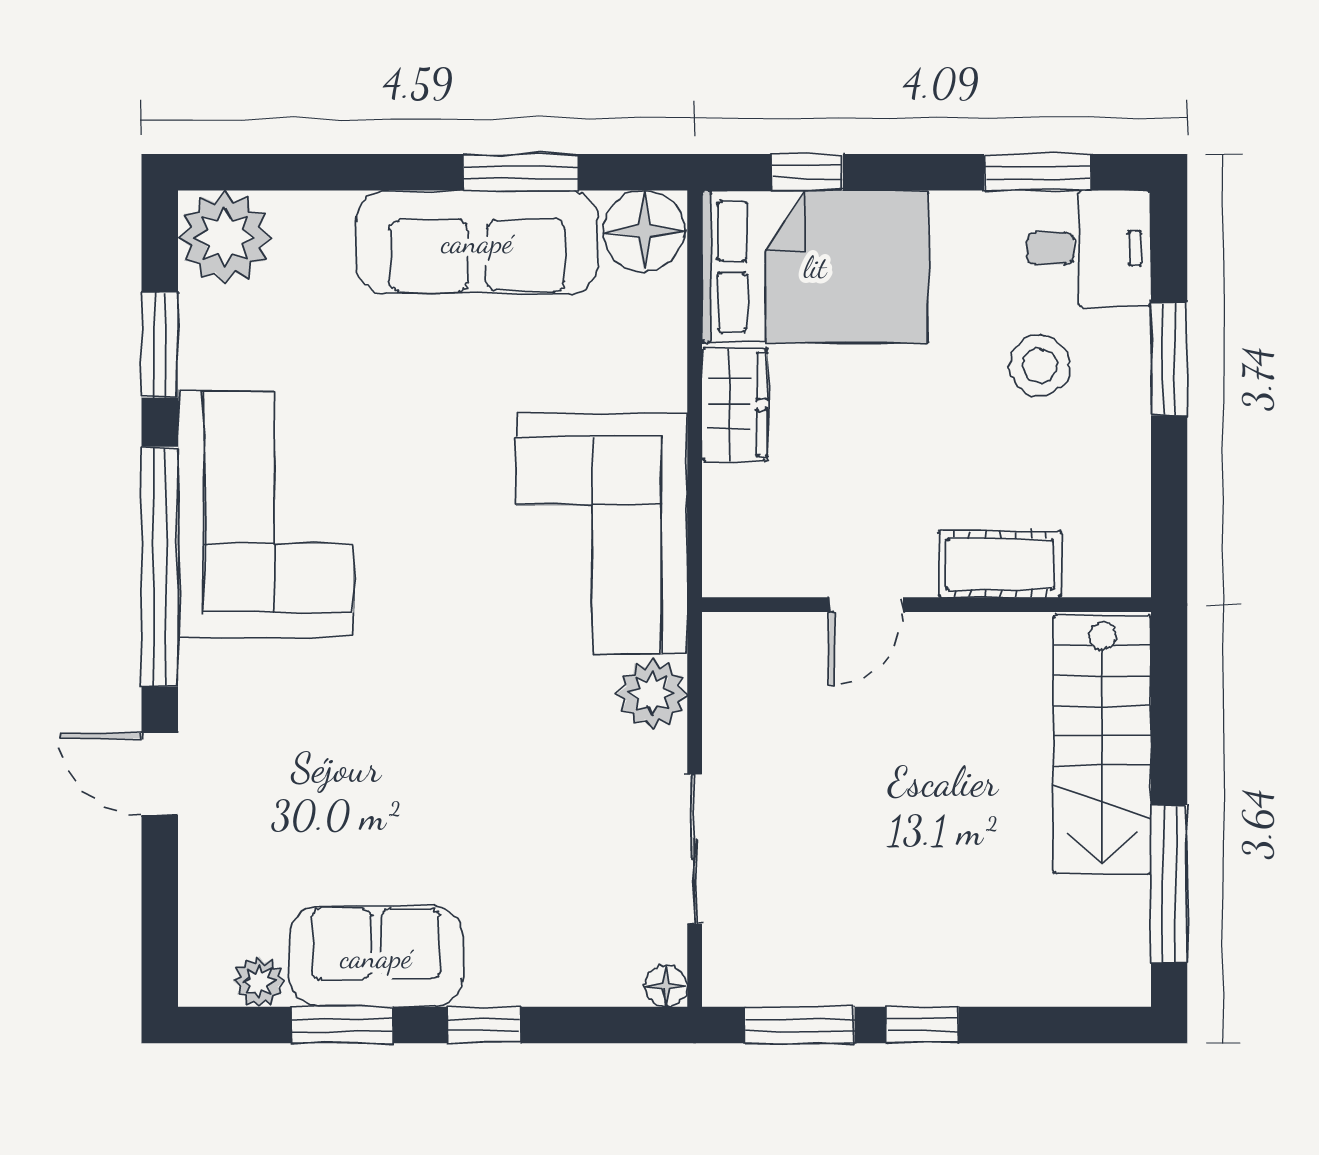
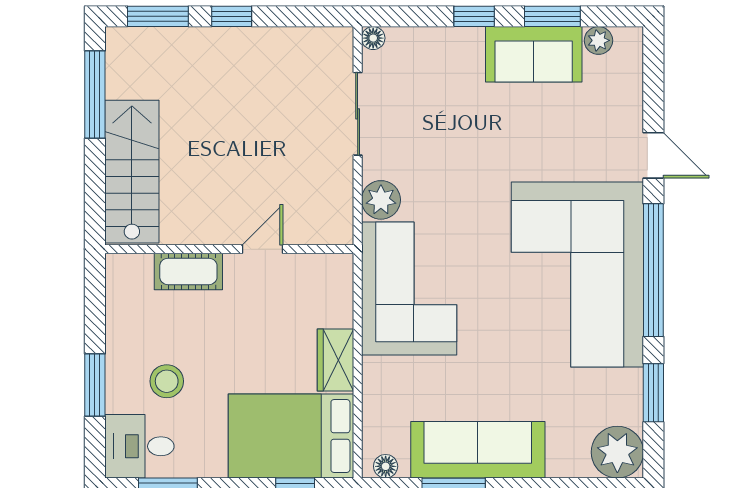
floor lamp: (644, 231) -> (386, 466), width x0.53, depth x0.53
corner sofa: (266, 514) -> (577, 275), width x1.36, depth x1.36
window: (799, 1025) -> (158, 16), moved

